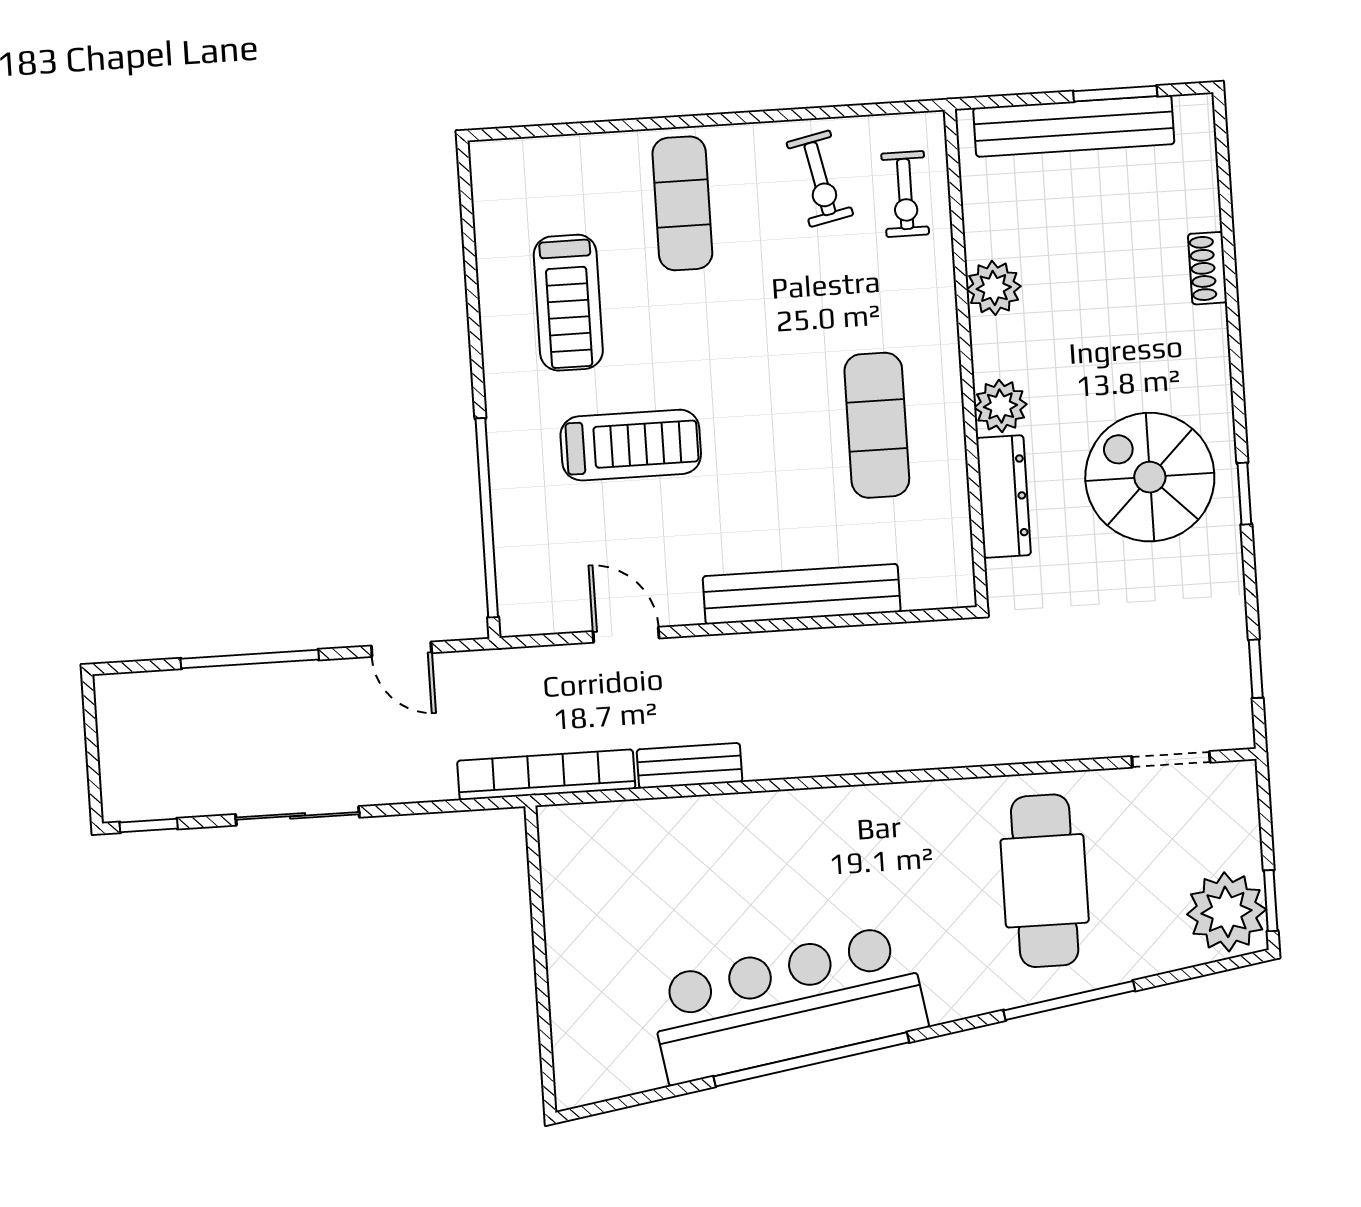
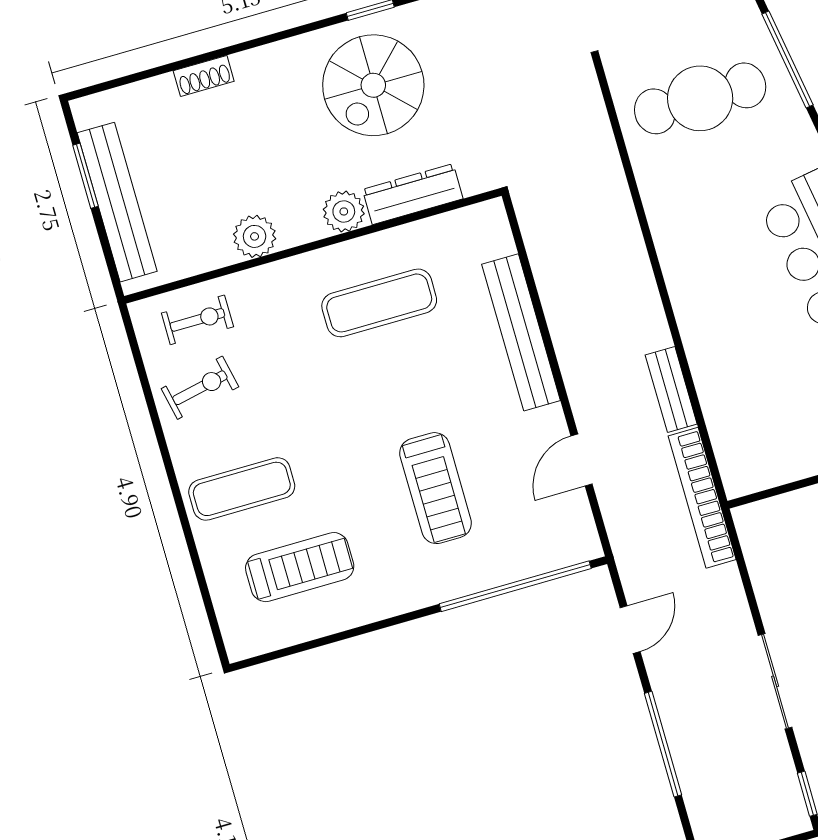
treadmill: (568, 303) -> (300, 567), moved
treadmill: (631, 445) -> (436, 488), turned 180

